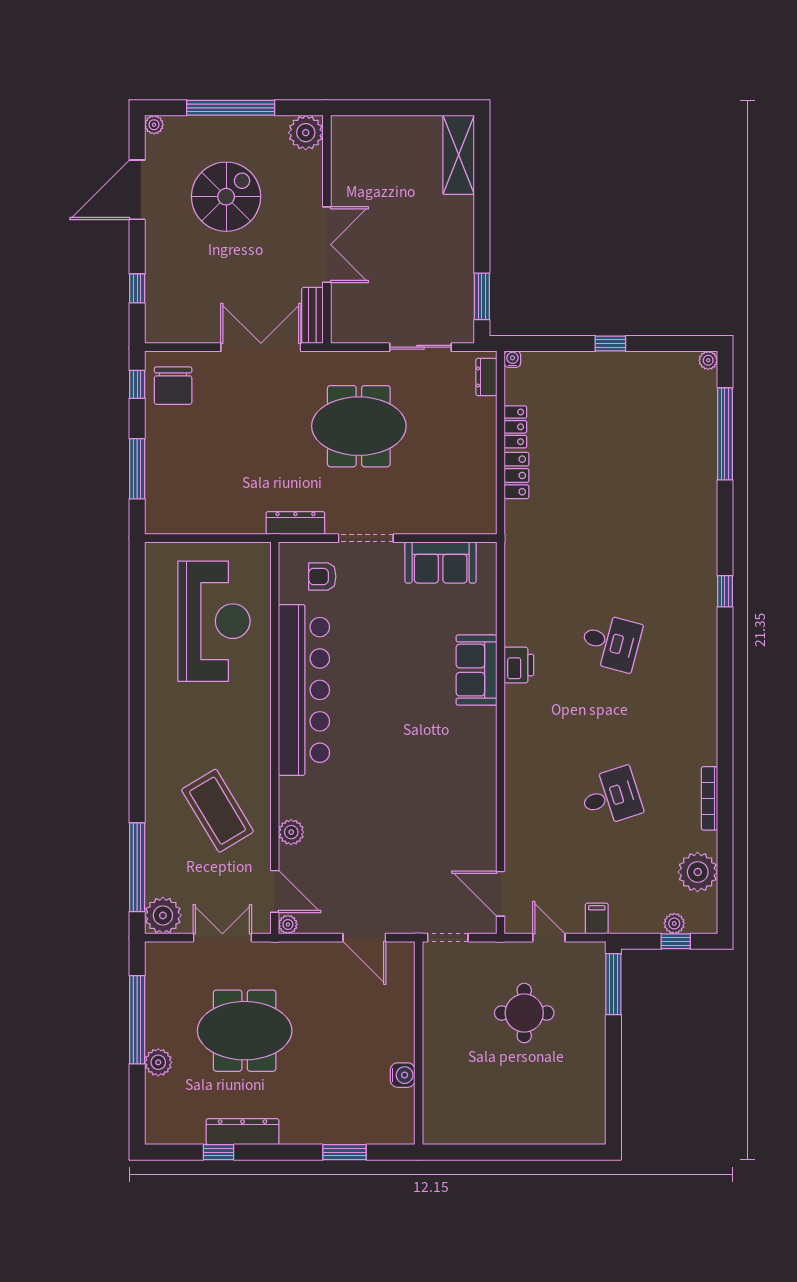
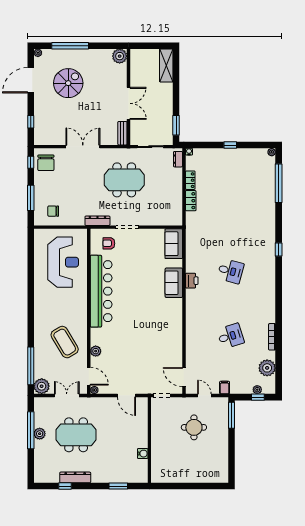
plant: (306, 133) -> (120, 56), moved
wall: (327, 229) -> (129, 97), moved
double door: (327, 245) -> (129, 103), moved
bench: (312, 315) -> (122, 133), moved
chair: (190, 500) -> (53, 211), added
sofa: (441, 562) -> (174, 244), moved, turned 90
plant: (158, 1062) -> (40, 434), moved

